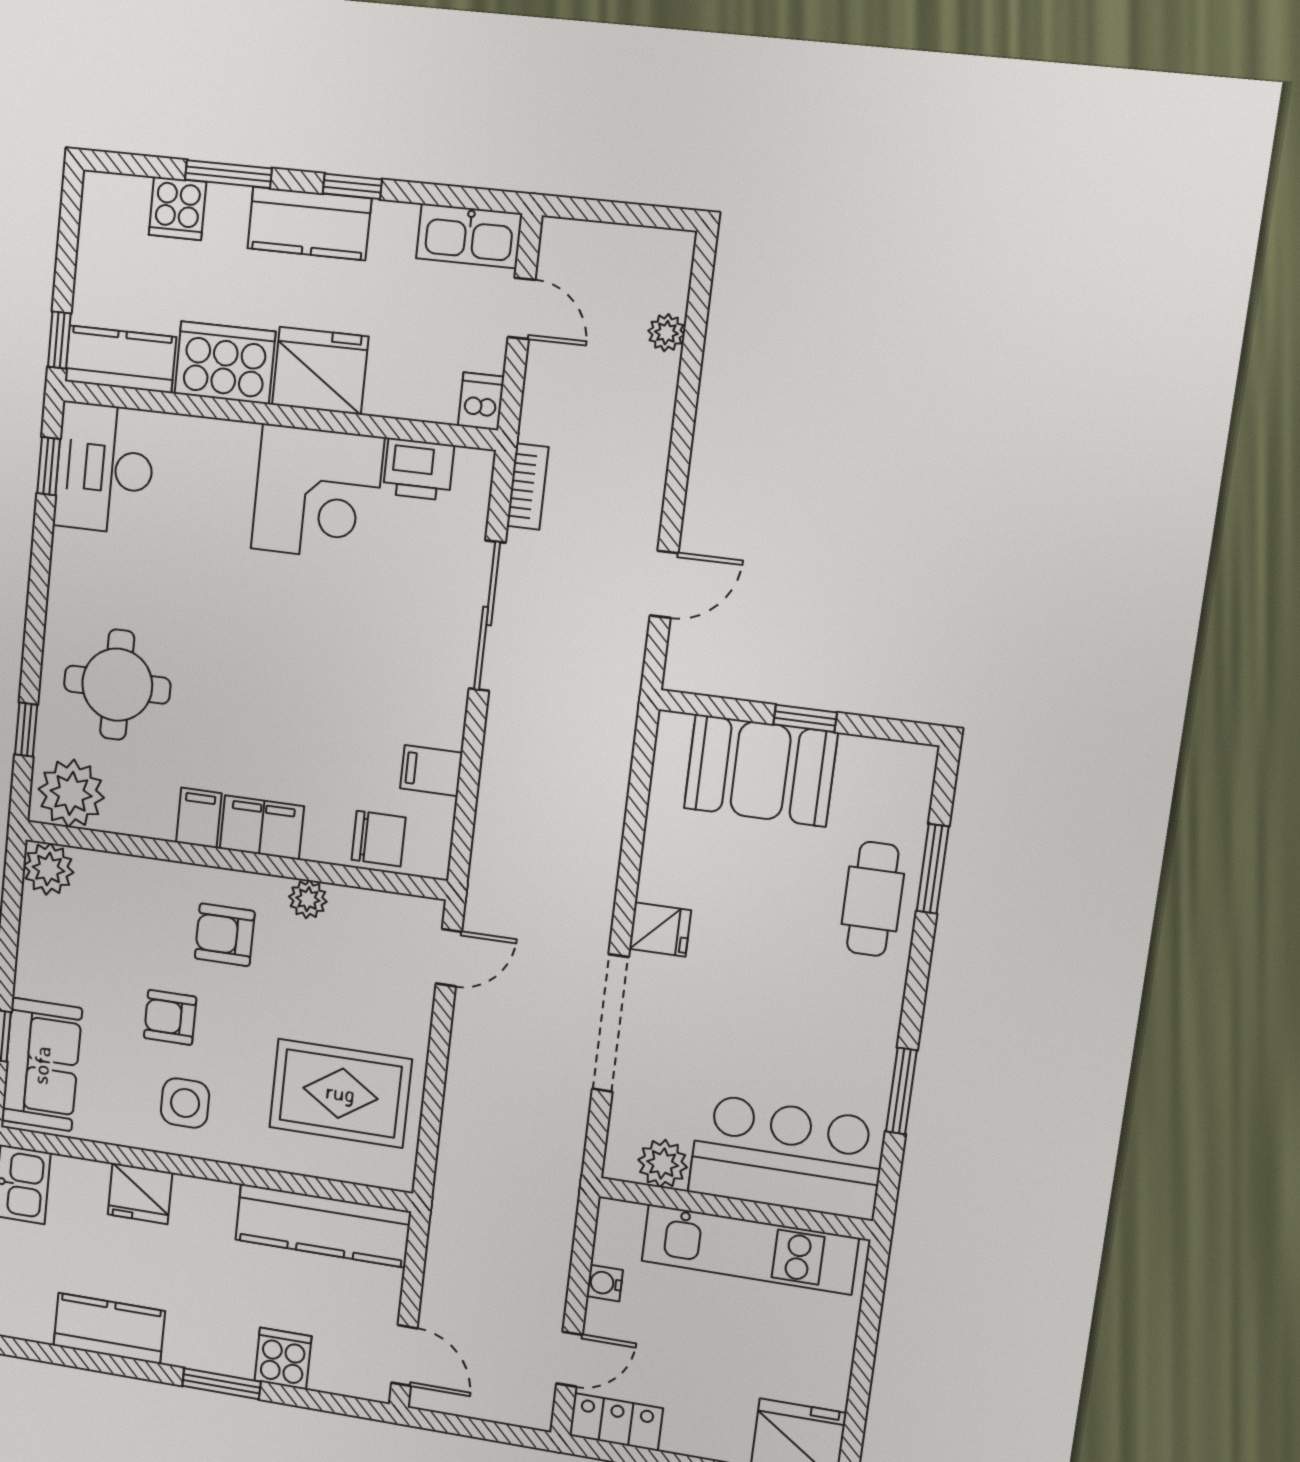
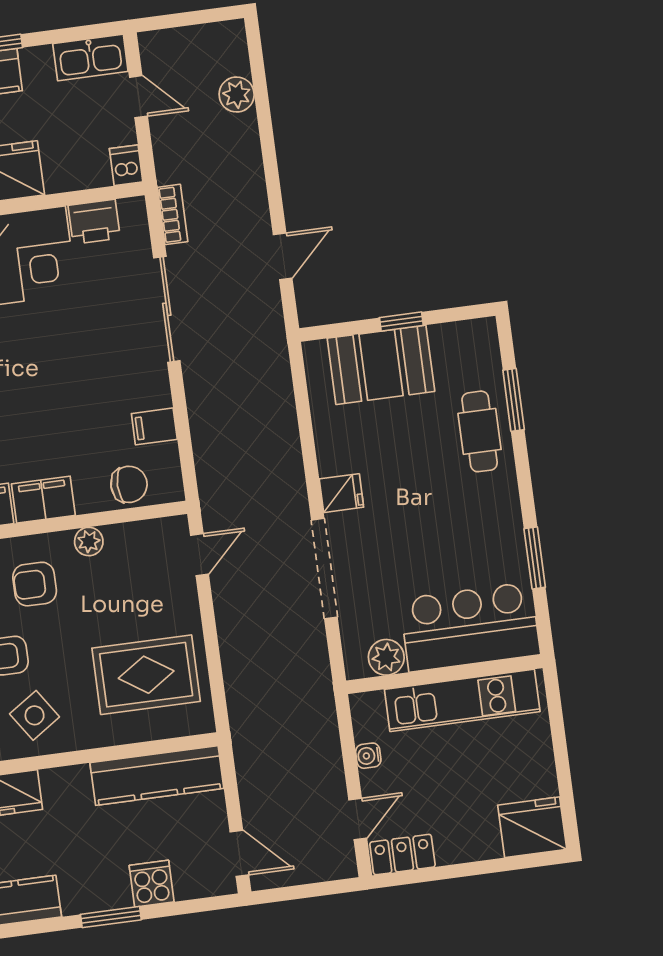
plant: (666, 333) -> (237, 95), width x1.38, depth x1.38
side table: (185, 1103) -> (35, 715), turned -34

